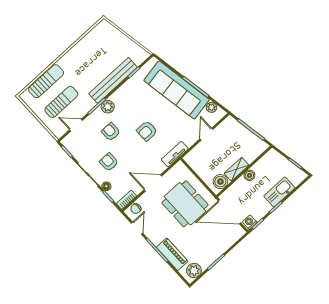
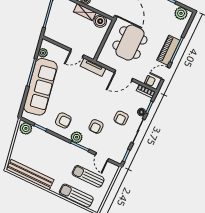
plant: (139, 57) -> (26, 128), added
bench: (113, 80) -> (30, 175), moved
armchair: (147, 131) -> (63, 120), moved
door: (206, 134) -> (77, 53), moved
door: (153, 183) -> (124, 75), hinge flipped
piano: (172, 254) -> (168, 50), moved

